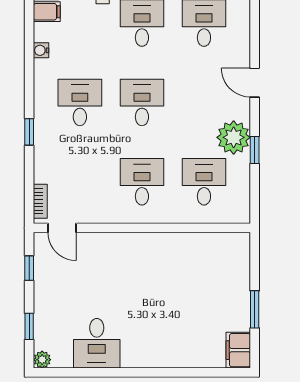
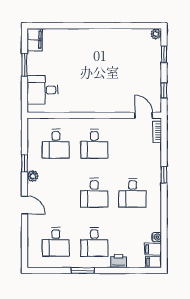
water cooler: (41, 50) -> (157, 237), moved
plant: (234, 137) -> (33, 176), width x0.53, depth x0.53
desk: (97, 343) -> (43, 90), moved, turned -90

